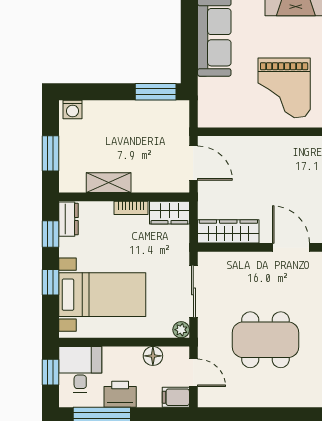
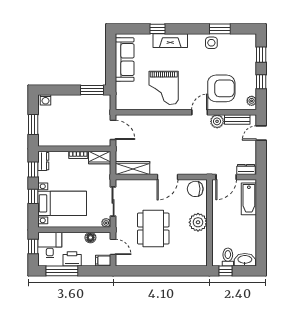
shelving: (109, 183) -> (66, 141), removed
door: (291, 247) -> (167, 177), swing flipped
dining table: (265, 340) -> (153, 229), turned 90

